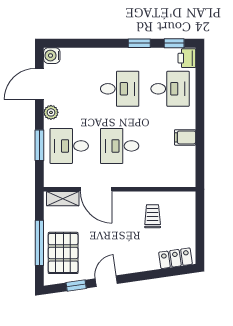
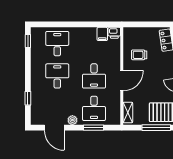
window: (139, 43) -> (28, 98), moved
water cooler: (52, 56) -> (36, 120), removed
printer: (187, 58) -> (114, 33), moved
filing cabinet: (185, 137) -> (102, 34), moved
door: (96, 189) -> (122, 81), moved

